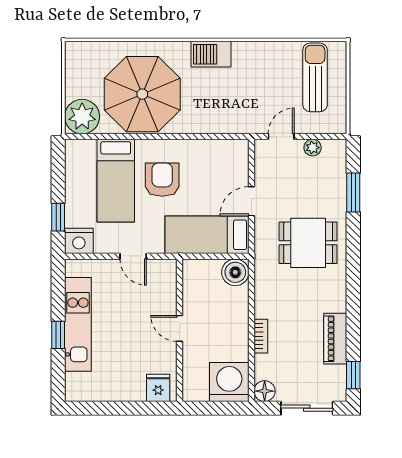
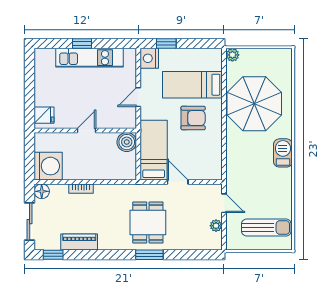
plant: (82, 117) -> (232, 55), width x0.53, depth x0.53
window: (353, 193) -> (149, 255), moved
boiler: (235, 272) -> (127, 142), moved

